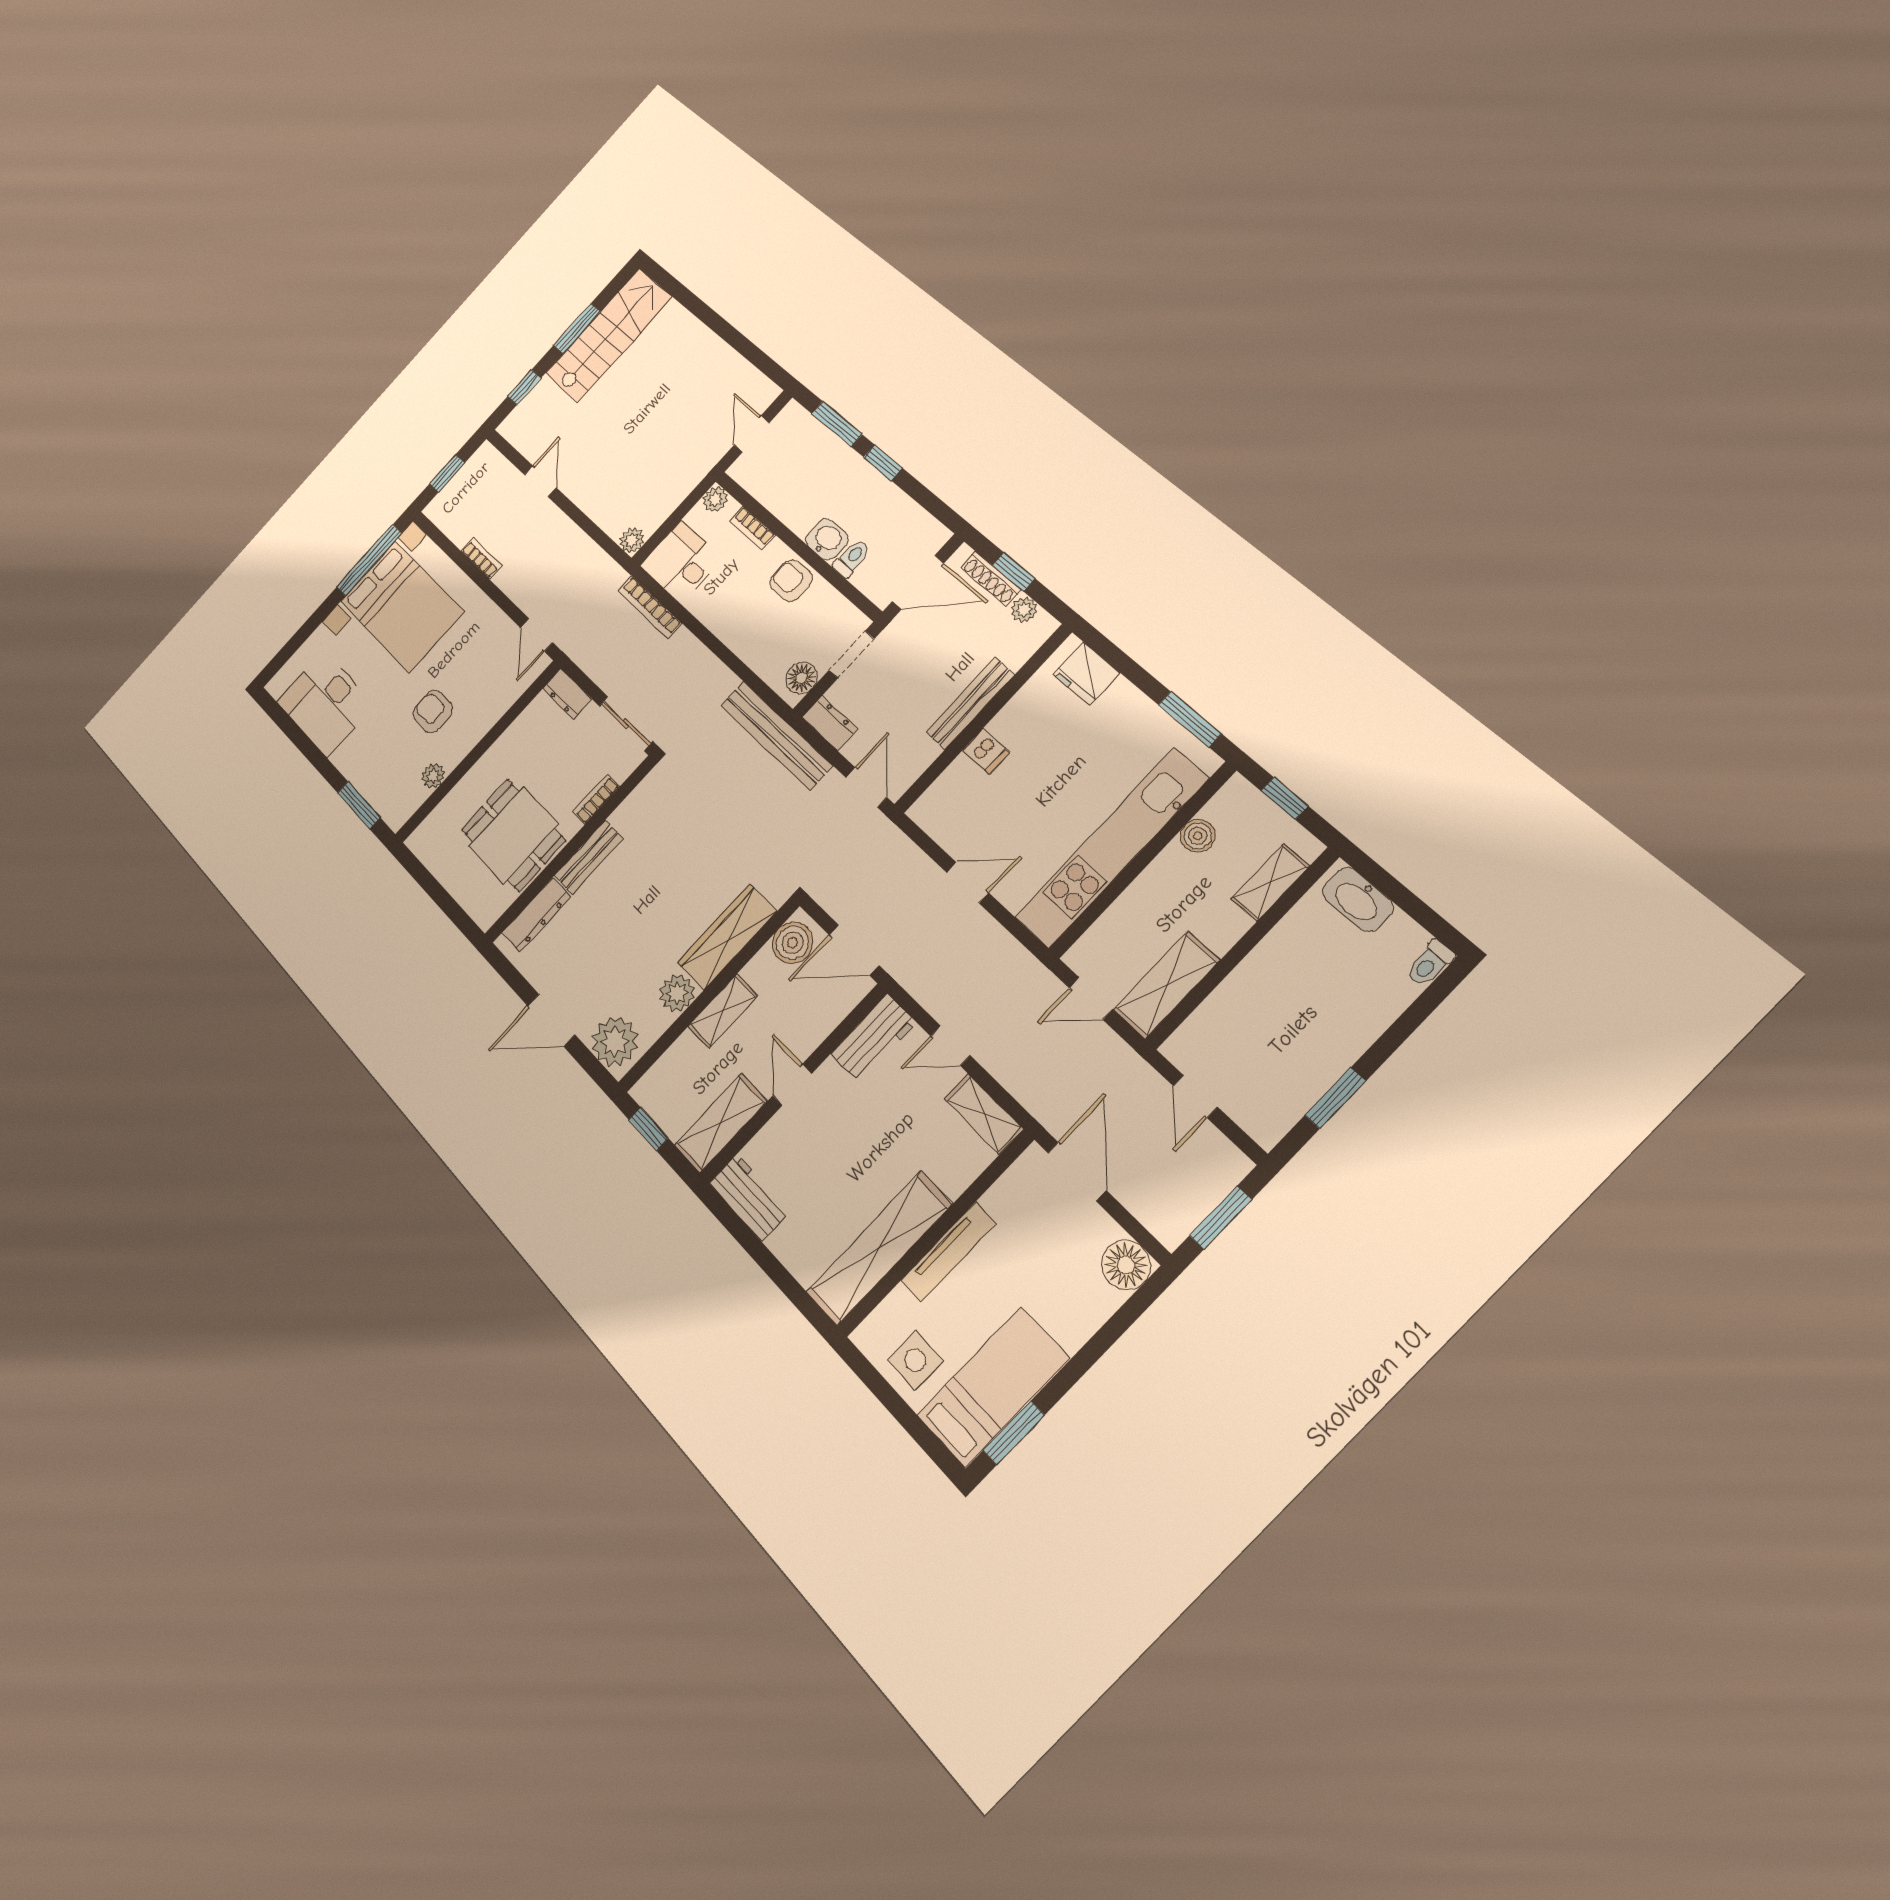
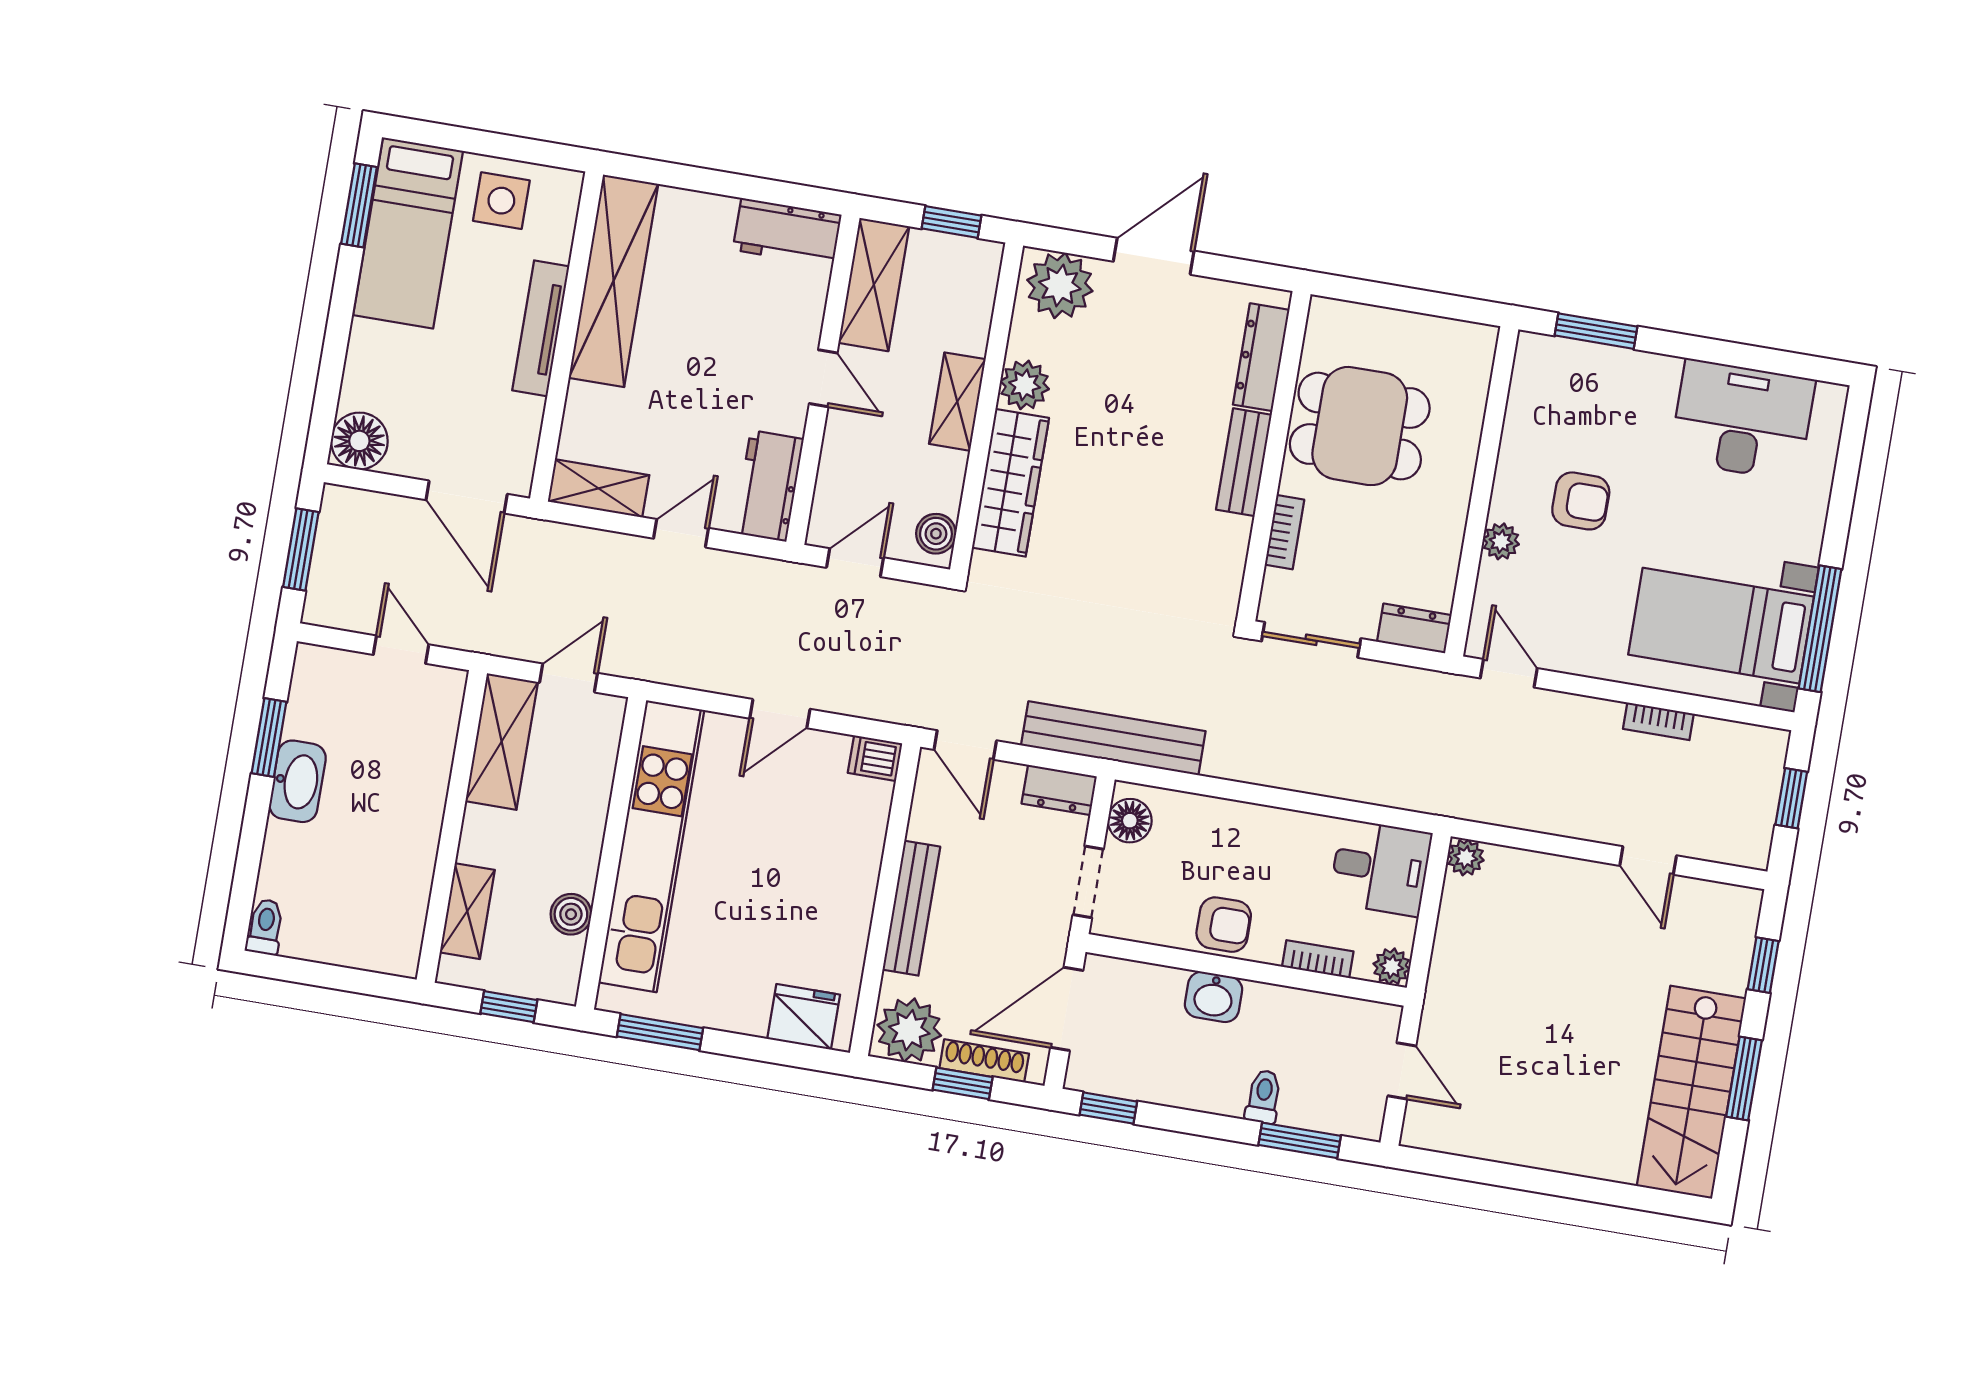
window: (883, 463) -> (1108, 1108), moved
toilet: (852, 558) -> (1263, 1097), moved, turned 180
bed with nightstands: (402, 607) -> (1721, 626), width x0.73
bookcase: (650, 607) -> (1382, 792), removed
plant: (1024, 610) -> (909, 1030), width x1.88, depth x1.88
dishwasher: (986, 751) -> (875, 758), moved
plant: (433, 776) -> (1501, 541), moved
washbasin: (1358, 900) -> (298, 781), moved, turned 90
boiler: (792, 943) -> (936, 534), width x0.73, depth x0.73
door: (854, 950) -> (855, 563), width x0.73

